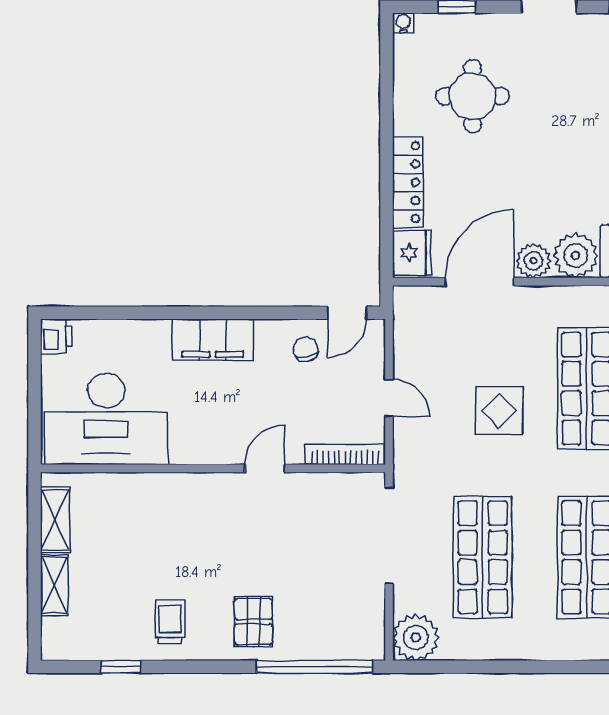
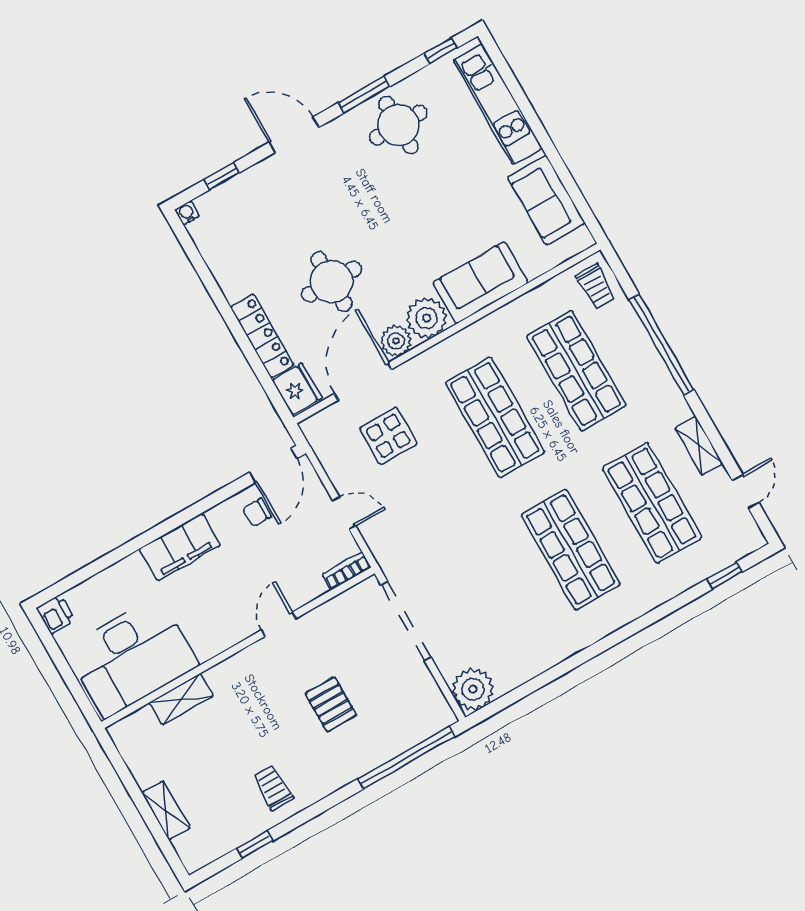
round table: (473, 96) -> (332, 282), moved
door: (347, 313) -> (273, 466), width x1.38
chair: (306, 349) -> (257, 513), turned -79
display table: (499, 411) -> (388, 436), moved
bookcase: (345, 454) -> (347, 571), width x0.64
shelving: (55, 520) -> (181, 699), moved, turned 90
shop shelf: (483, 557) -> (489, 596), removed
pallet: (253, 622) -> (331, 704), moved

